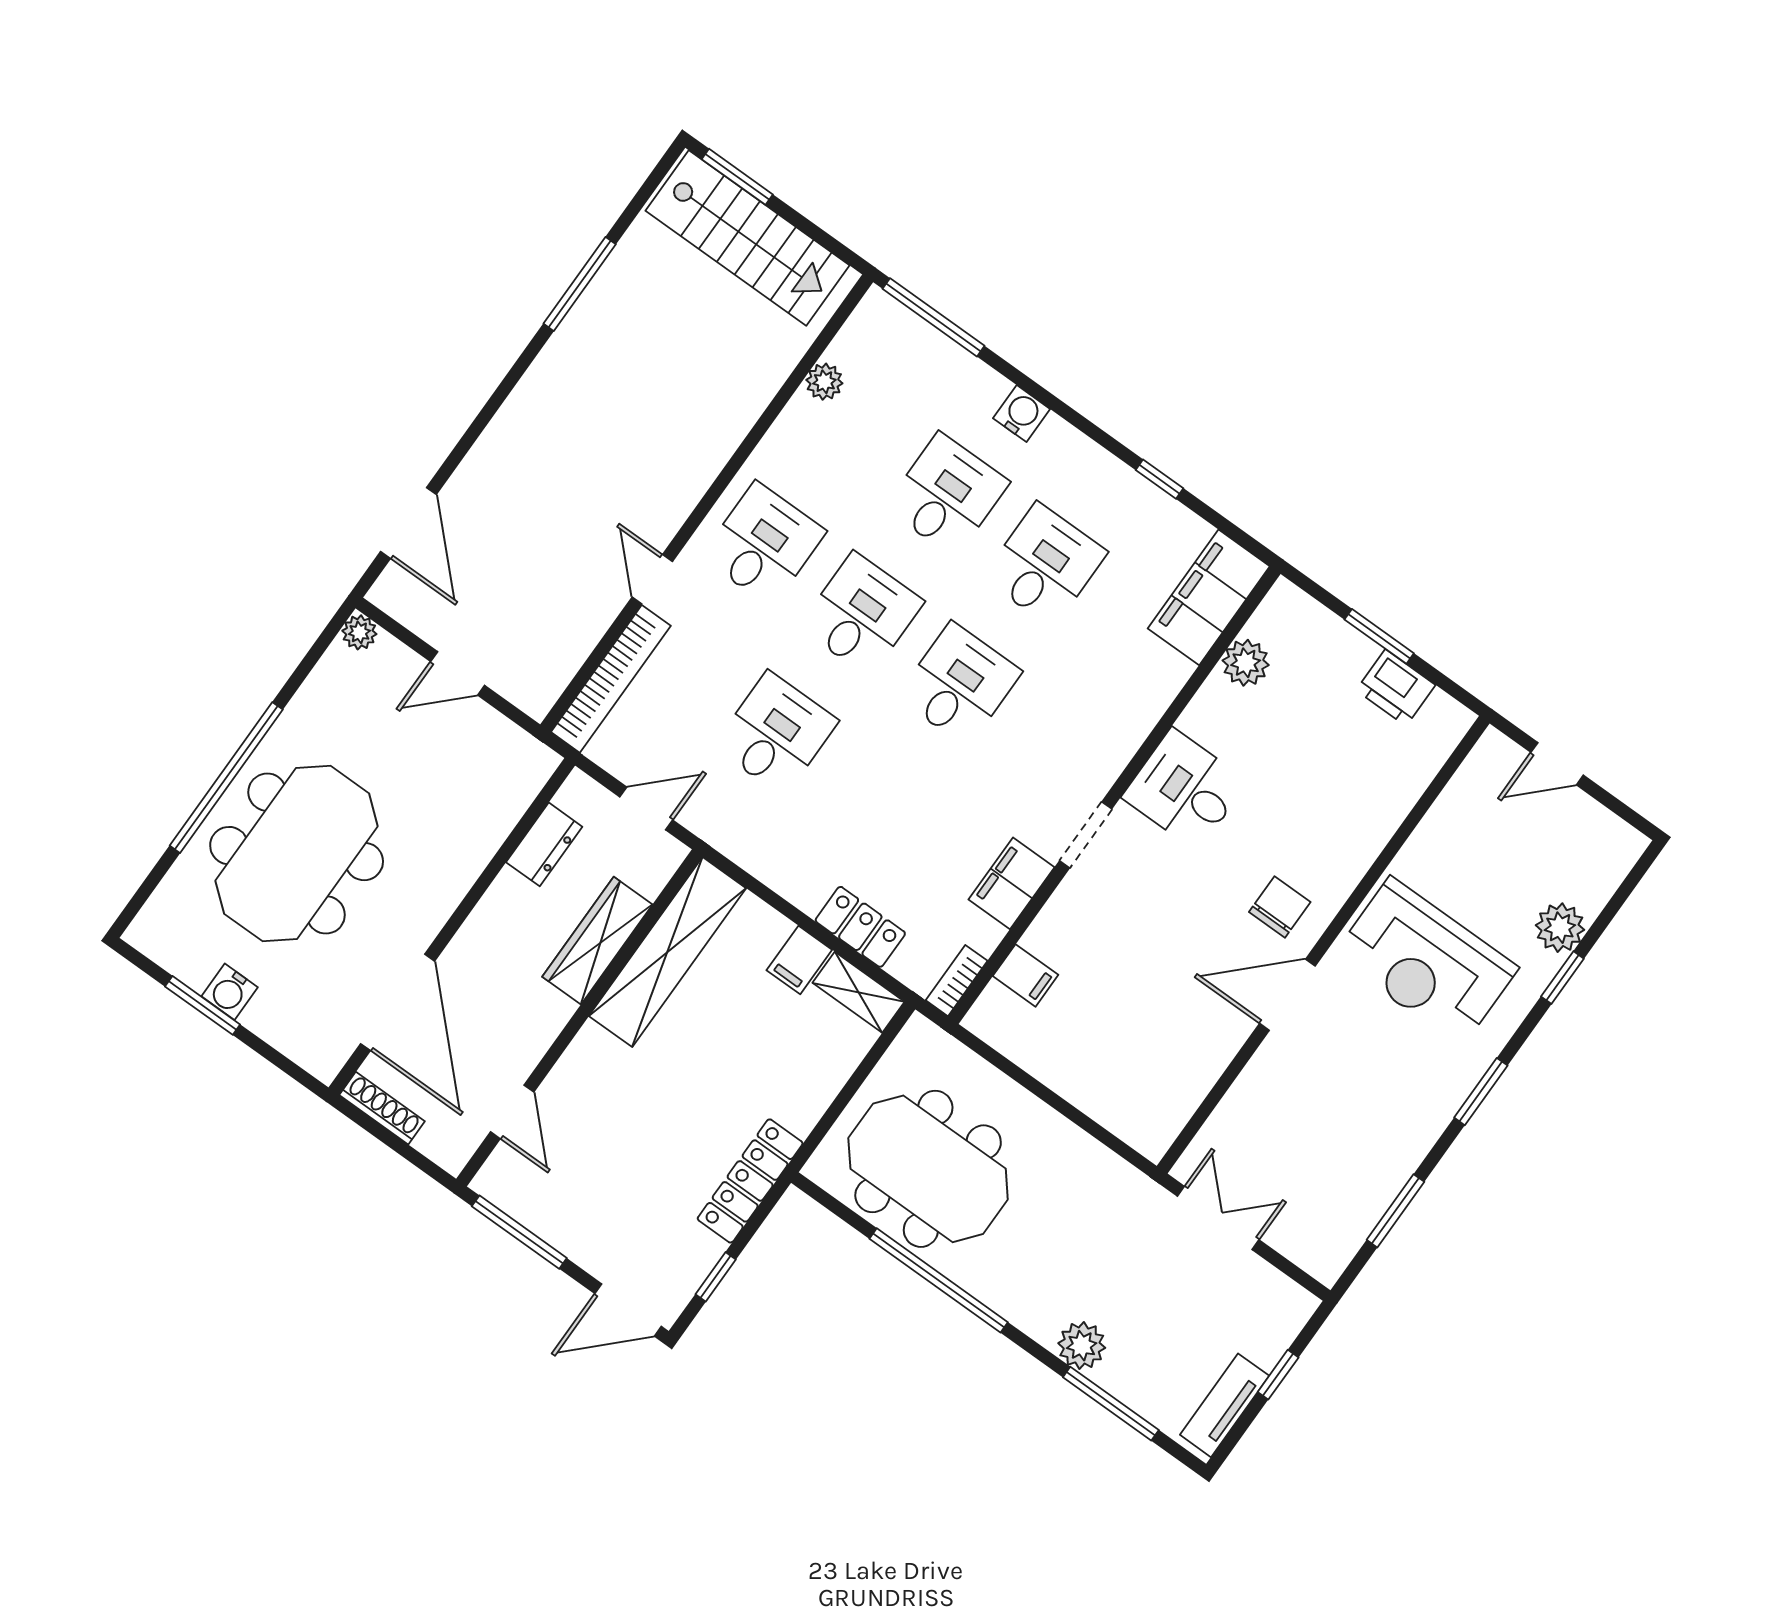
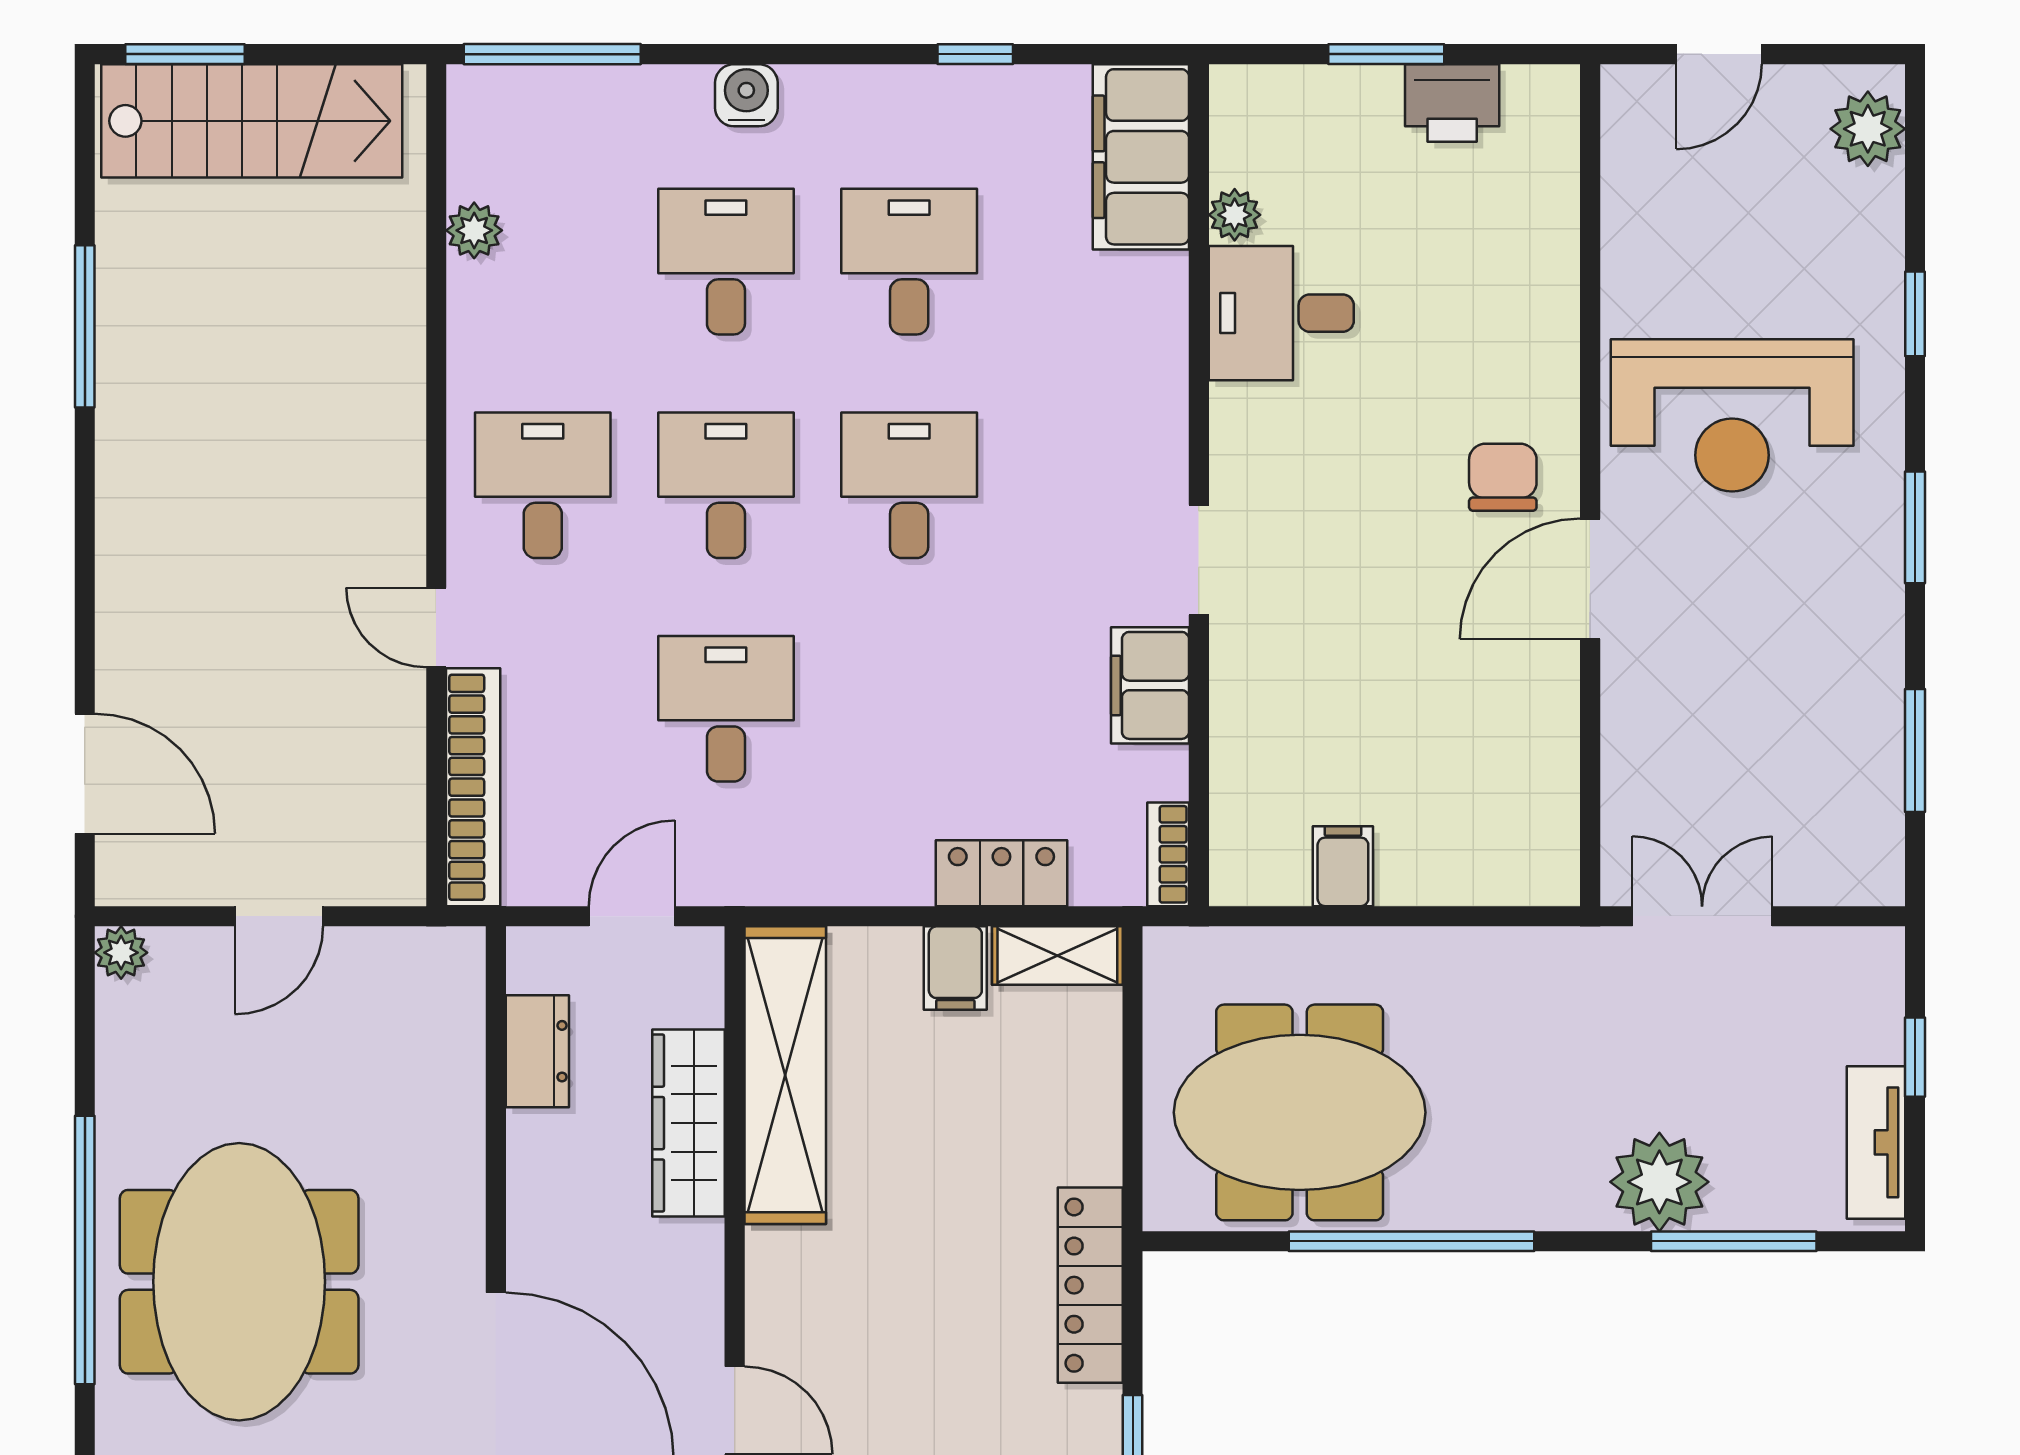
plant: (1246, 663) -> (1235, 215), width x0.73, depth x0.73
desk: (1185, 789) -> (1281, 313), moved
plant: (1560, 928) -> (1868, 129), moved
filing cabinet: (1025, 975) -> (1343, 866), moved, turned -90
plant: (1082, 1346) -> (1659, 1182), width x1.36, depth x1.36

